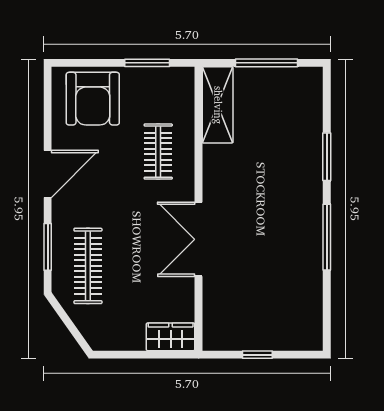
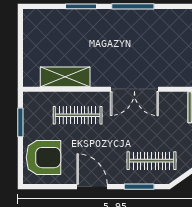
window: (266, 63) -> (20, 45), removed
shelving: (218, 105) -> (65, 77), moved
clothes rail: (158, 152) -> (78, 115), width x1.36

